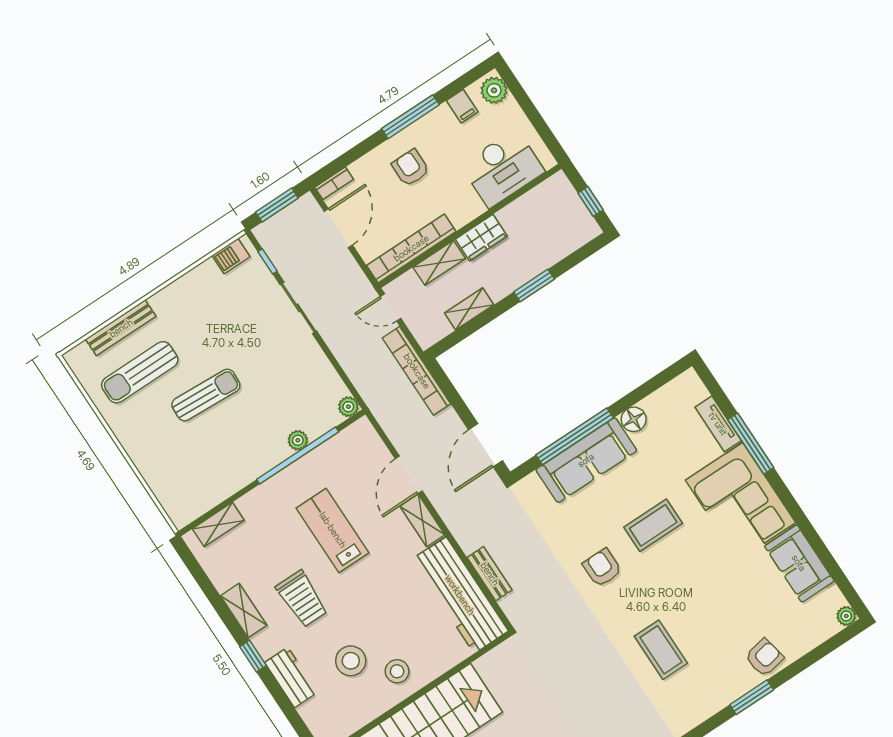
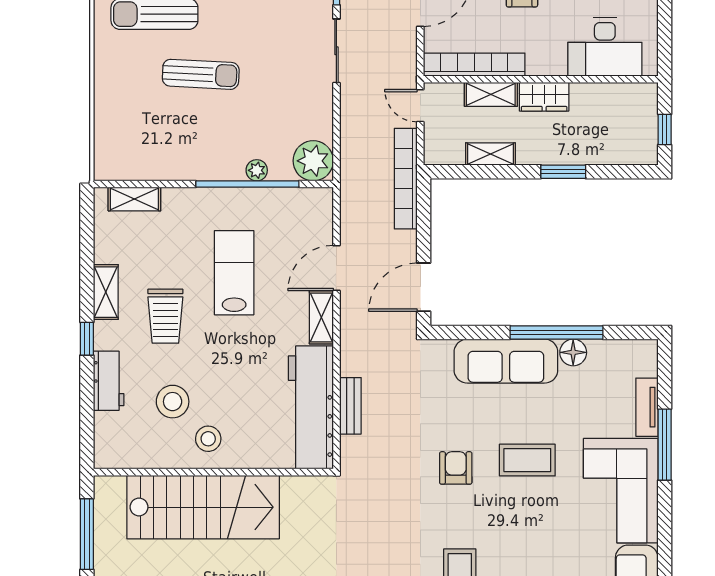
plant: (348, 407) -> (313, 161), width x1.87, depth x1.87
window: (575, 436) -> (556, 333), moved

